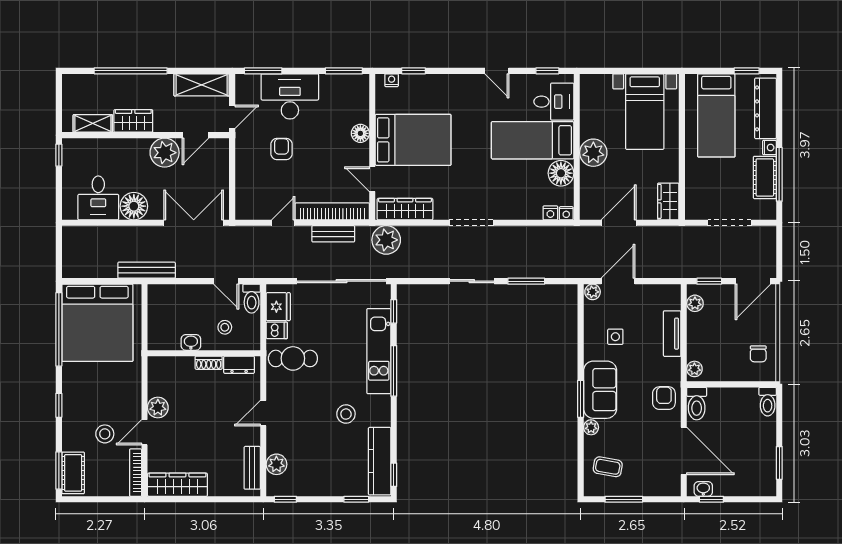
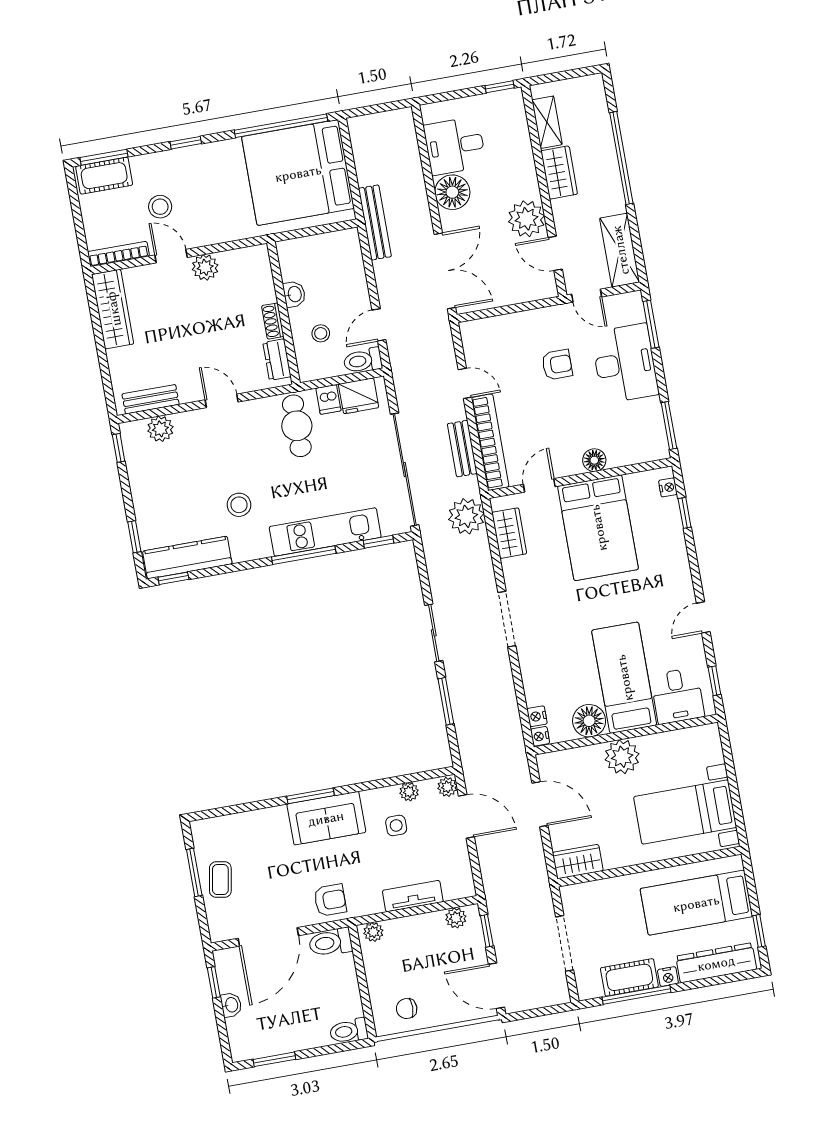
wardrobe: (405, 209) -> (509, 533), width x0.67
plant: (591, 427) -> (409, 792), moved
coffee table: (608, 467) -> (220, 880), moved
washbasin: (703, 489) -> (231, 1005), moved

